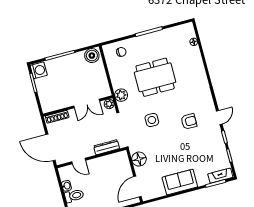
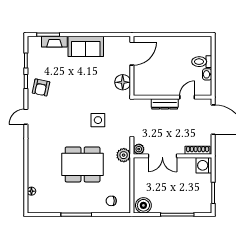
washing machine: (39, 70) -> (204, 165), moved
double door: (87, 104) -> (162, 156), swing flipped
door: (219, 118) -> (26, 117), moved
armchair: (189, 122) -> (41, 87), moved, turned -78
dresser: (107, 147) -> (165, 104), moved
door: (79, 161) -> (187, 97), hinge flipped
fireplace: (220, 176) -> (54, 42), moved

